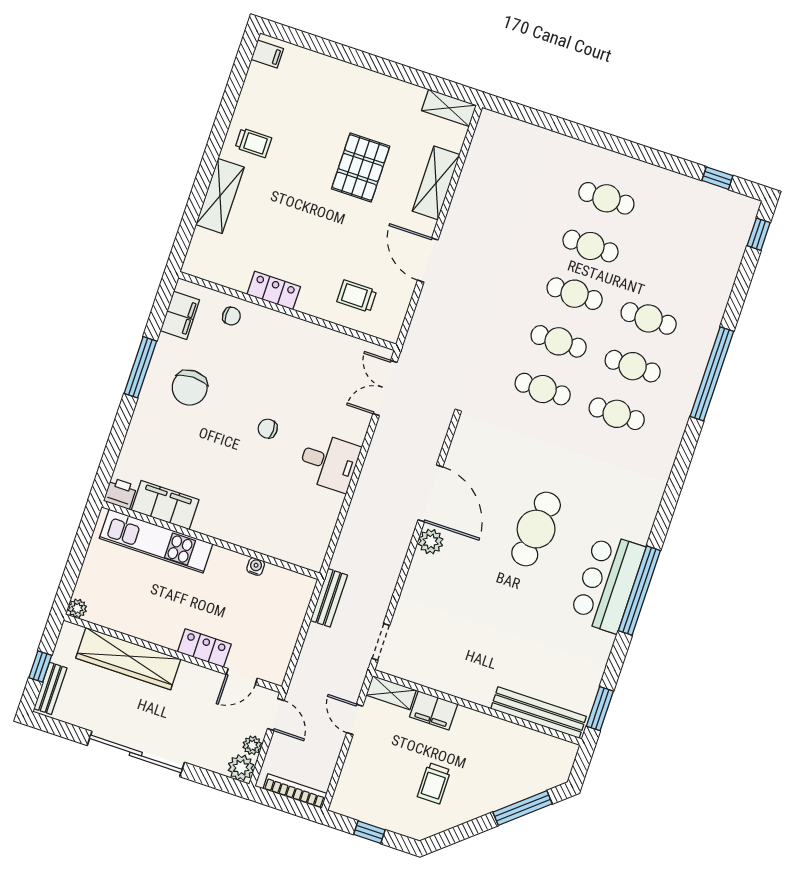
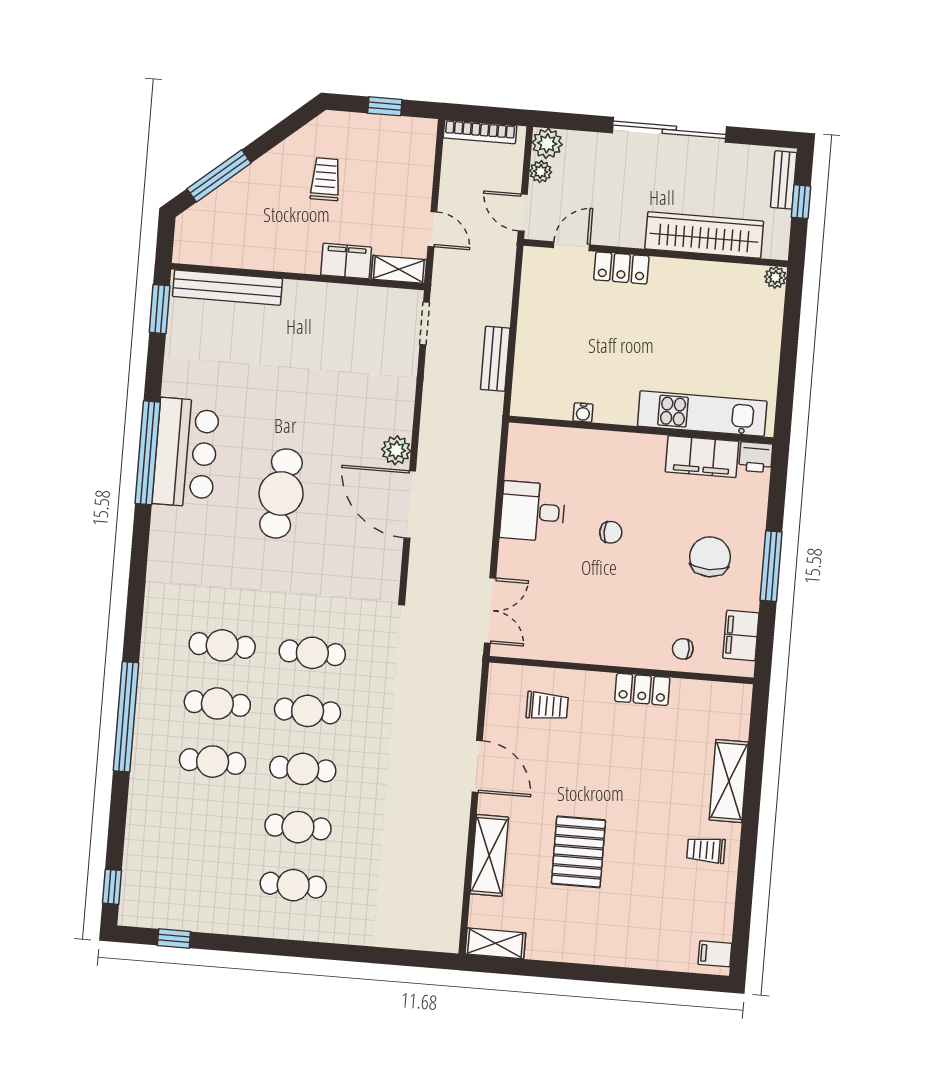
printer: (120, 493) -> (756, 457), moved
filing cabinet: (165, 505) -> (702, 457), moved
wall: (211, 540) -> (641, 430), moved
kitchen unit: (156, 541) -> (702, 414), moved
water cooler: (256, 566) -> (583, 412), moved

